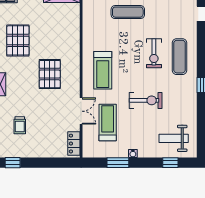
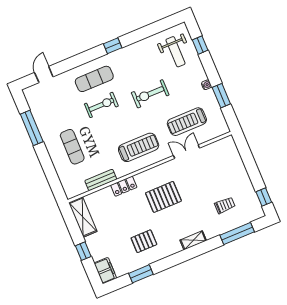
bench: (88, 25) -> (101, 180), added
pallet: (18, 40) -> (144, 241), width x0.67, depth x0.71
exercise bike: (146, 100) -> (150, 94), turned -90
locker: (74, 144) -> (124, 186), moved

